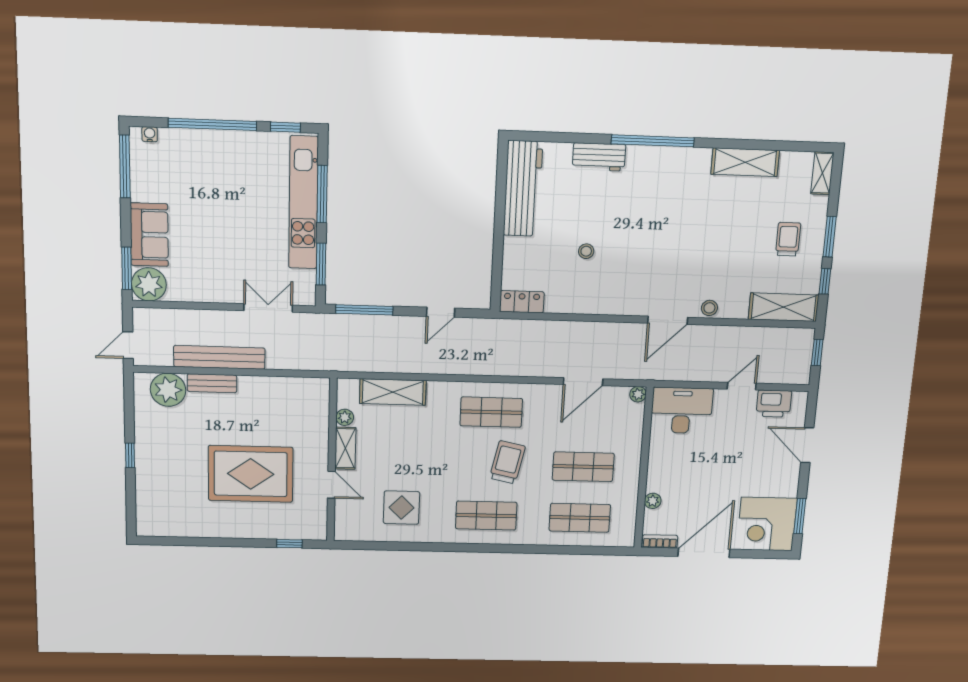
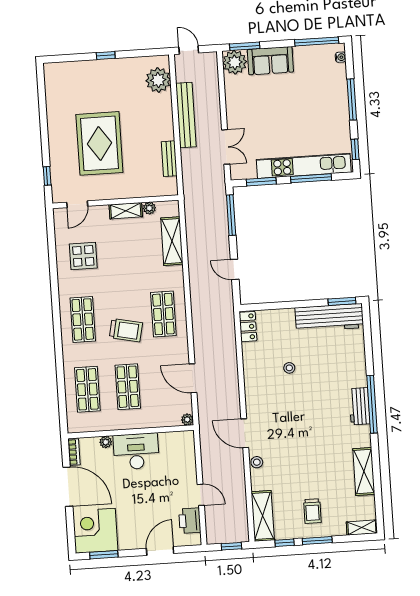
window: (212, 124) -> (352, 99), width x0.68
workbench: (599, 157) -> (359, 406), moved
window: (502, 168) -> (342, 301), added
trolley: (788, 239) -> (312, 511), turned 90
bench: (212, 383) -> (169, 159), moved
desk: (682, 410) -> (136, 451), moved, turned -90
door: (331, 485) -> (77, 204), moved

